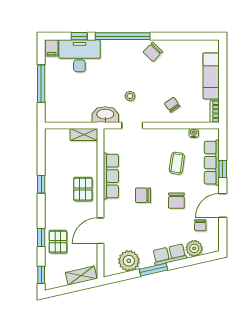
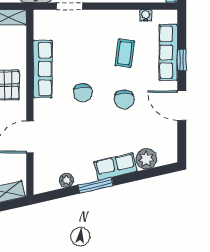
chair: (143, 195) -> (83, 93), turned -92
door: (223, 206) -> (182, 106), hinge flipped
chair: (200, 225) -> (154, 130), removed
plant: (129, 261) -> (66, 180), width x0.53, depth x0.53

